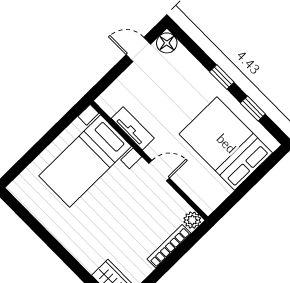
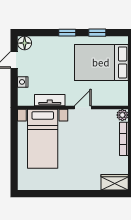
nightstand: (124, 81) -> (23, 82), added

